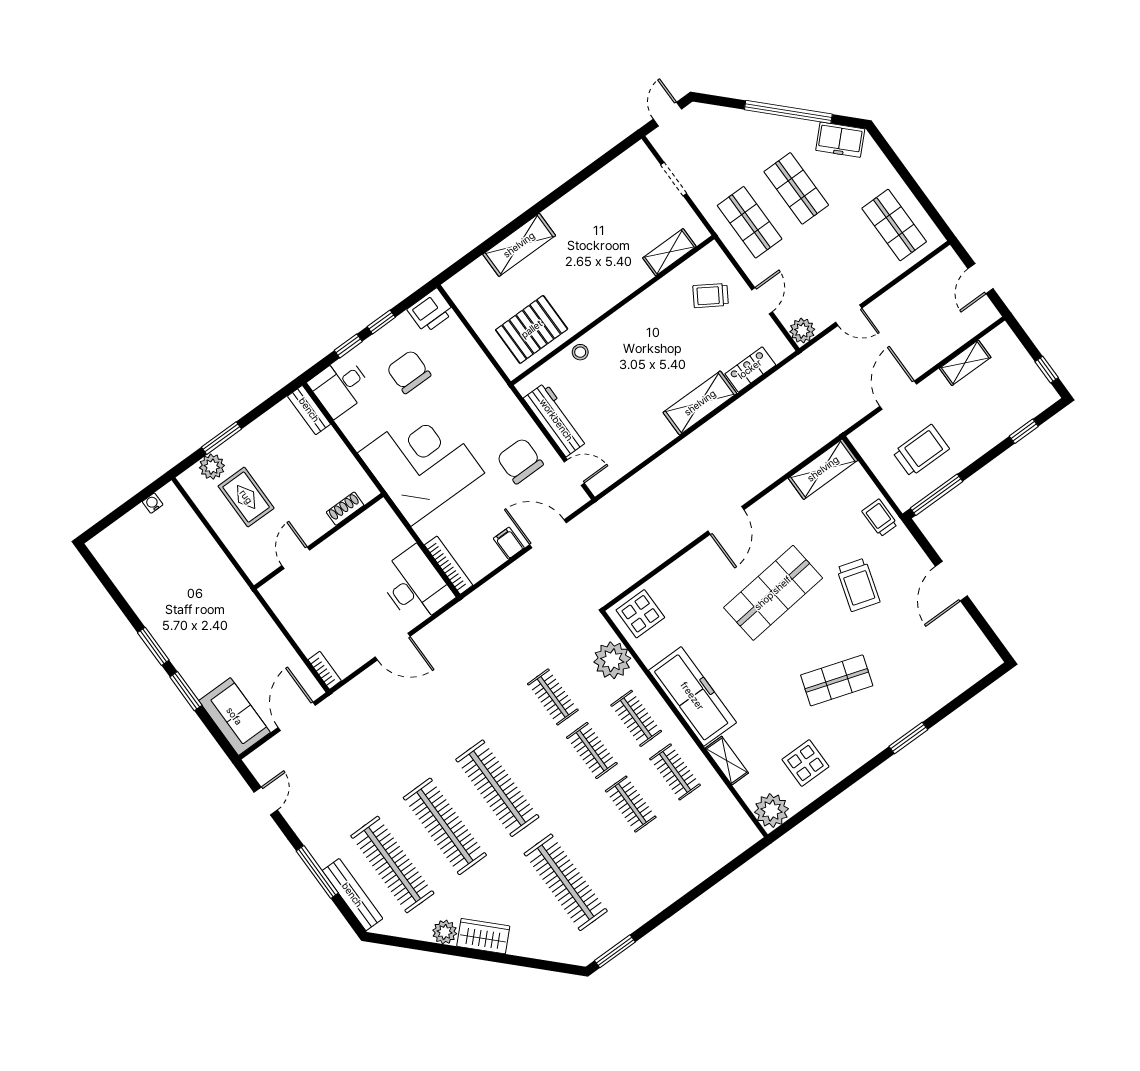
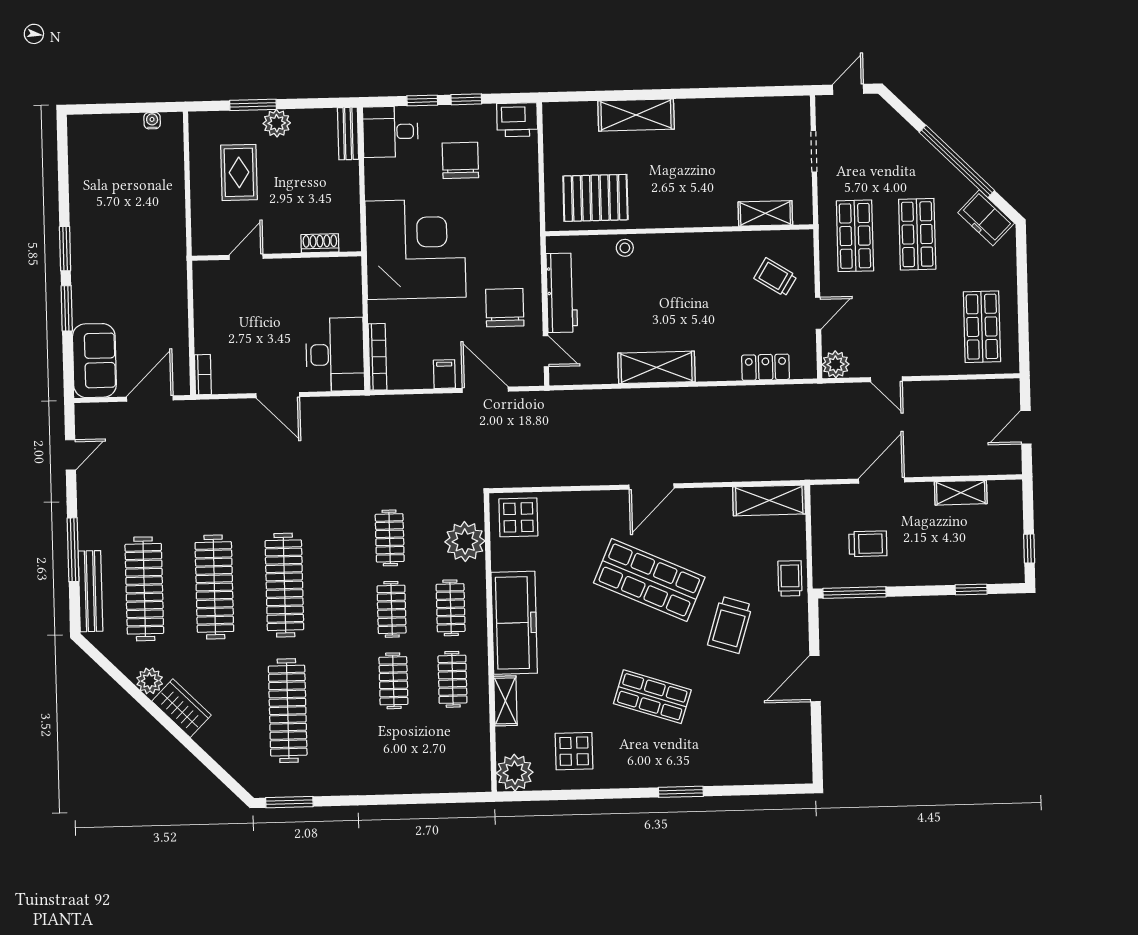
shelving: (700, 403) -> (656, 367), moved
trolley: (921, 451) -> (868, 544), width x0.73, depth x0.72
plant: (212, 467) -> (277, 123), moved
shop shelf: (773, 593) -> (649, 580), turned 30

